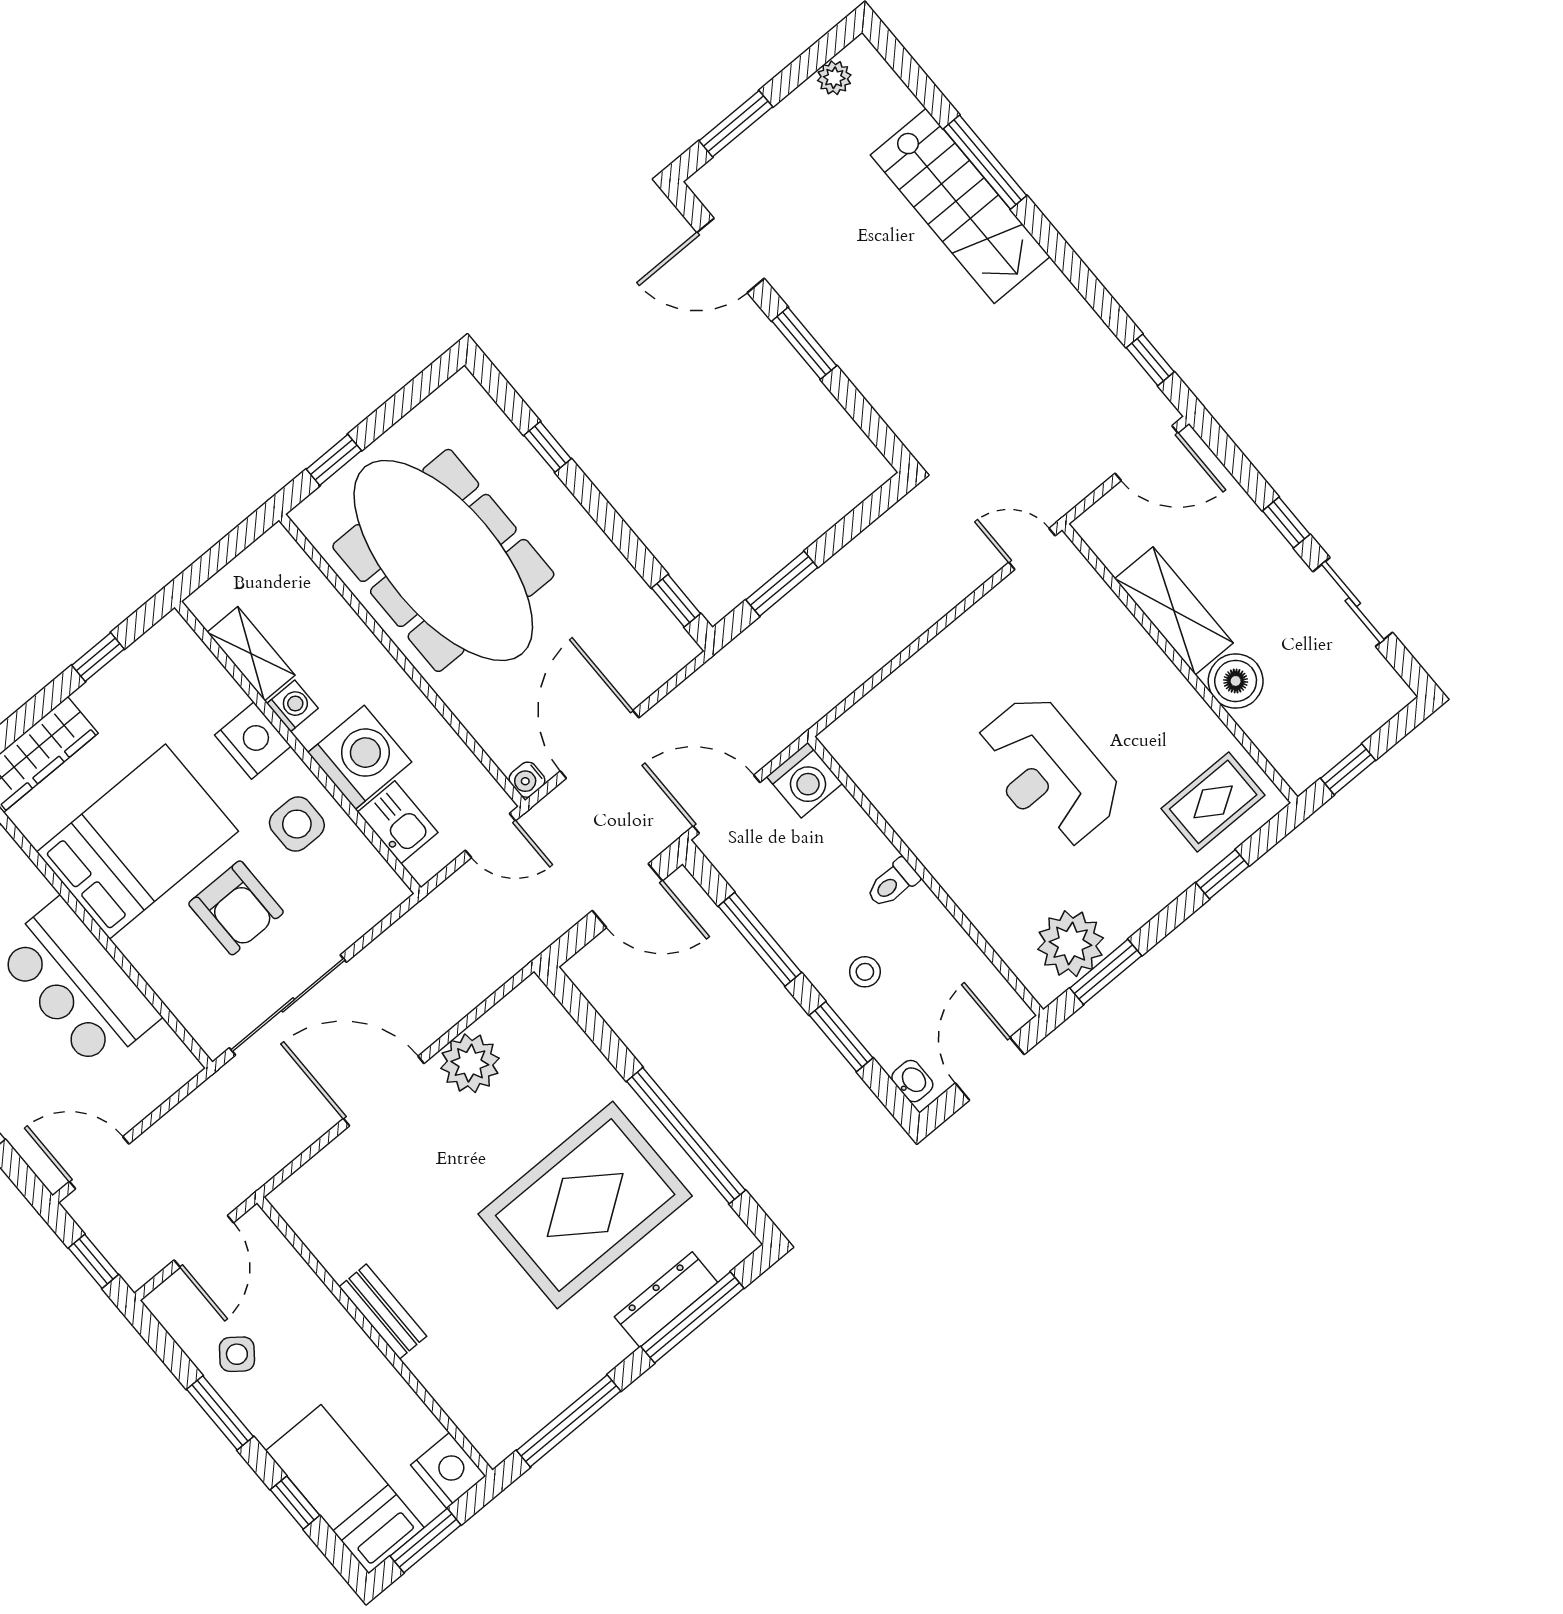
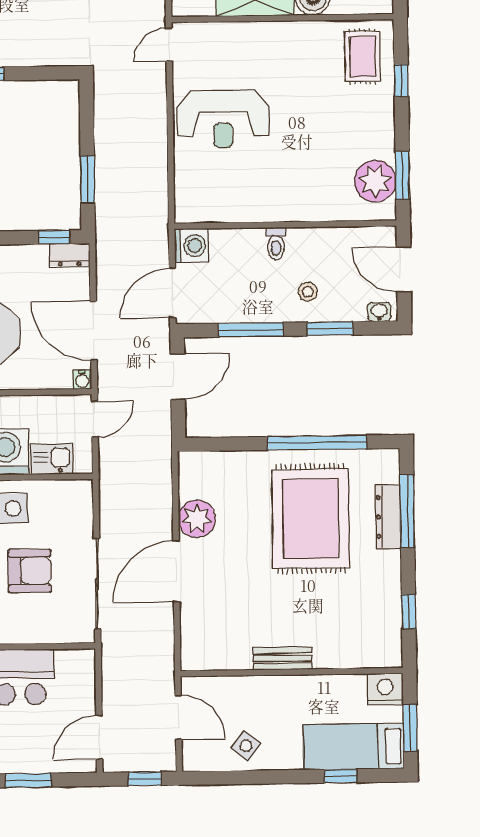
dresser: (670, 638) -> (70, 255), added
reception desk: (1048, 772) -> (223, 119), moved
window: (220, 1413) -> (268, 777), removed
window: (569, 1421) -> (409, 612), width x0.46

